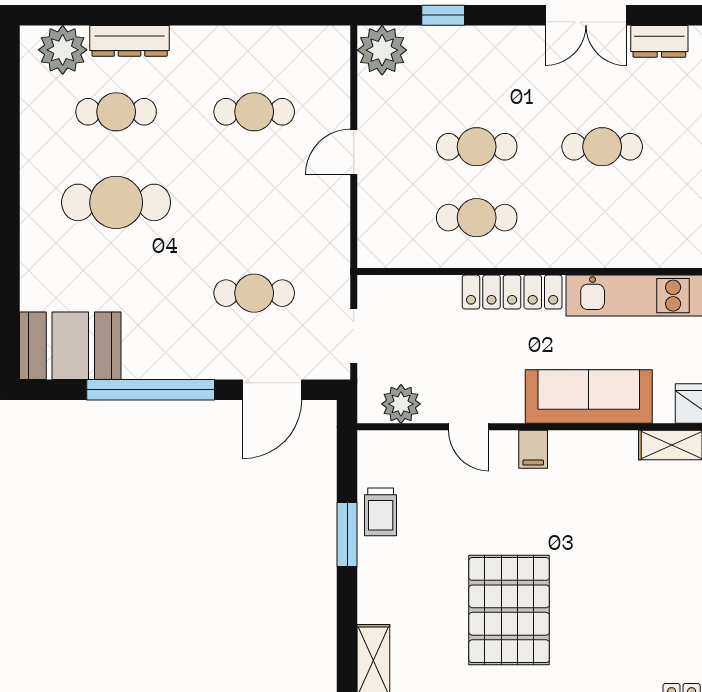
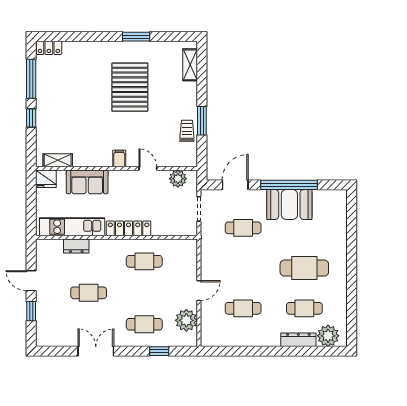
dresser: (659, 41) -> (76, 246), moved, turned 180
plant: (382, 50) -> (186, 320), moved
cafe table: (477, 147) -> (144, 324), moved
booth: (70, 346) -> (289, 204), moved
sofa: (589, 397) -> (87, 182), width x0.73

